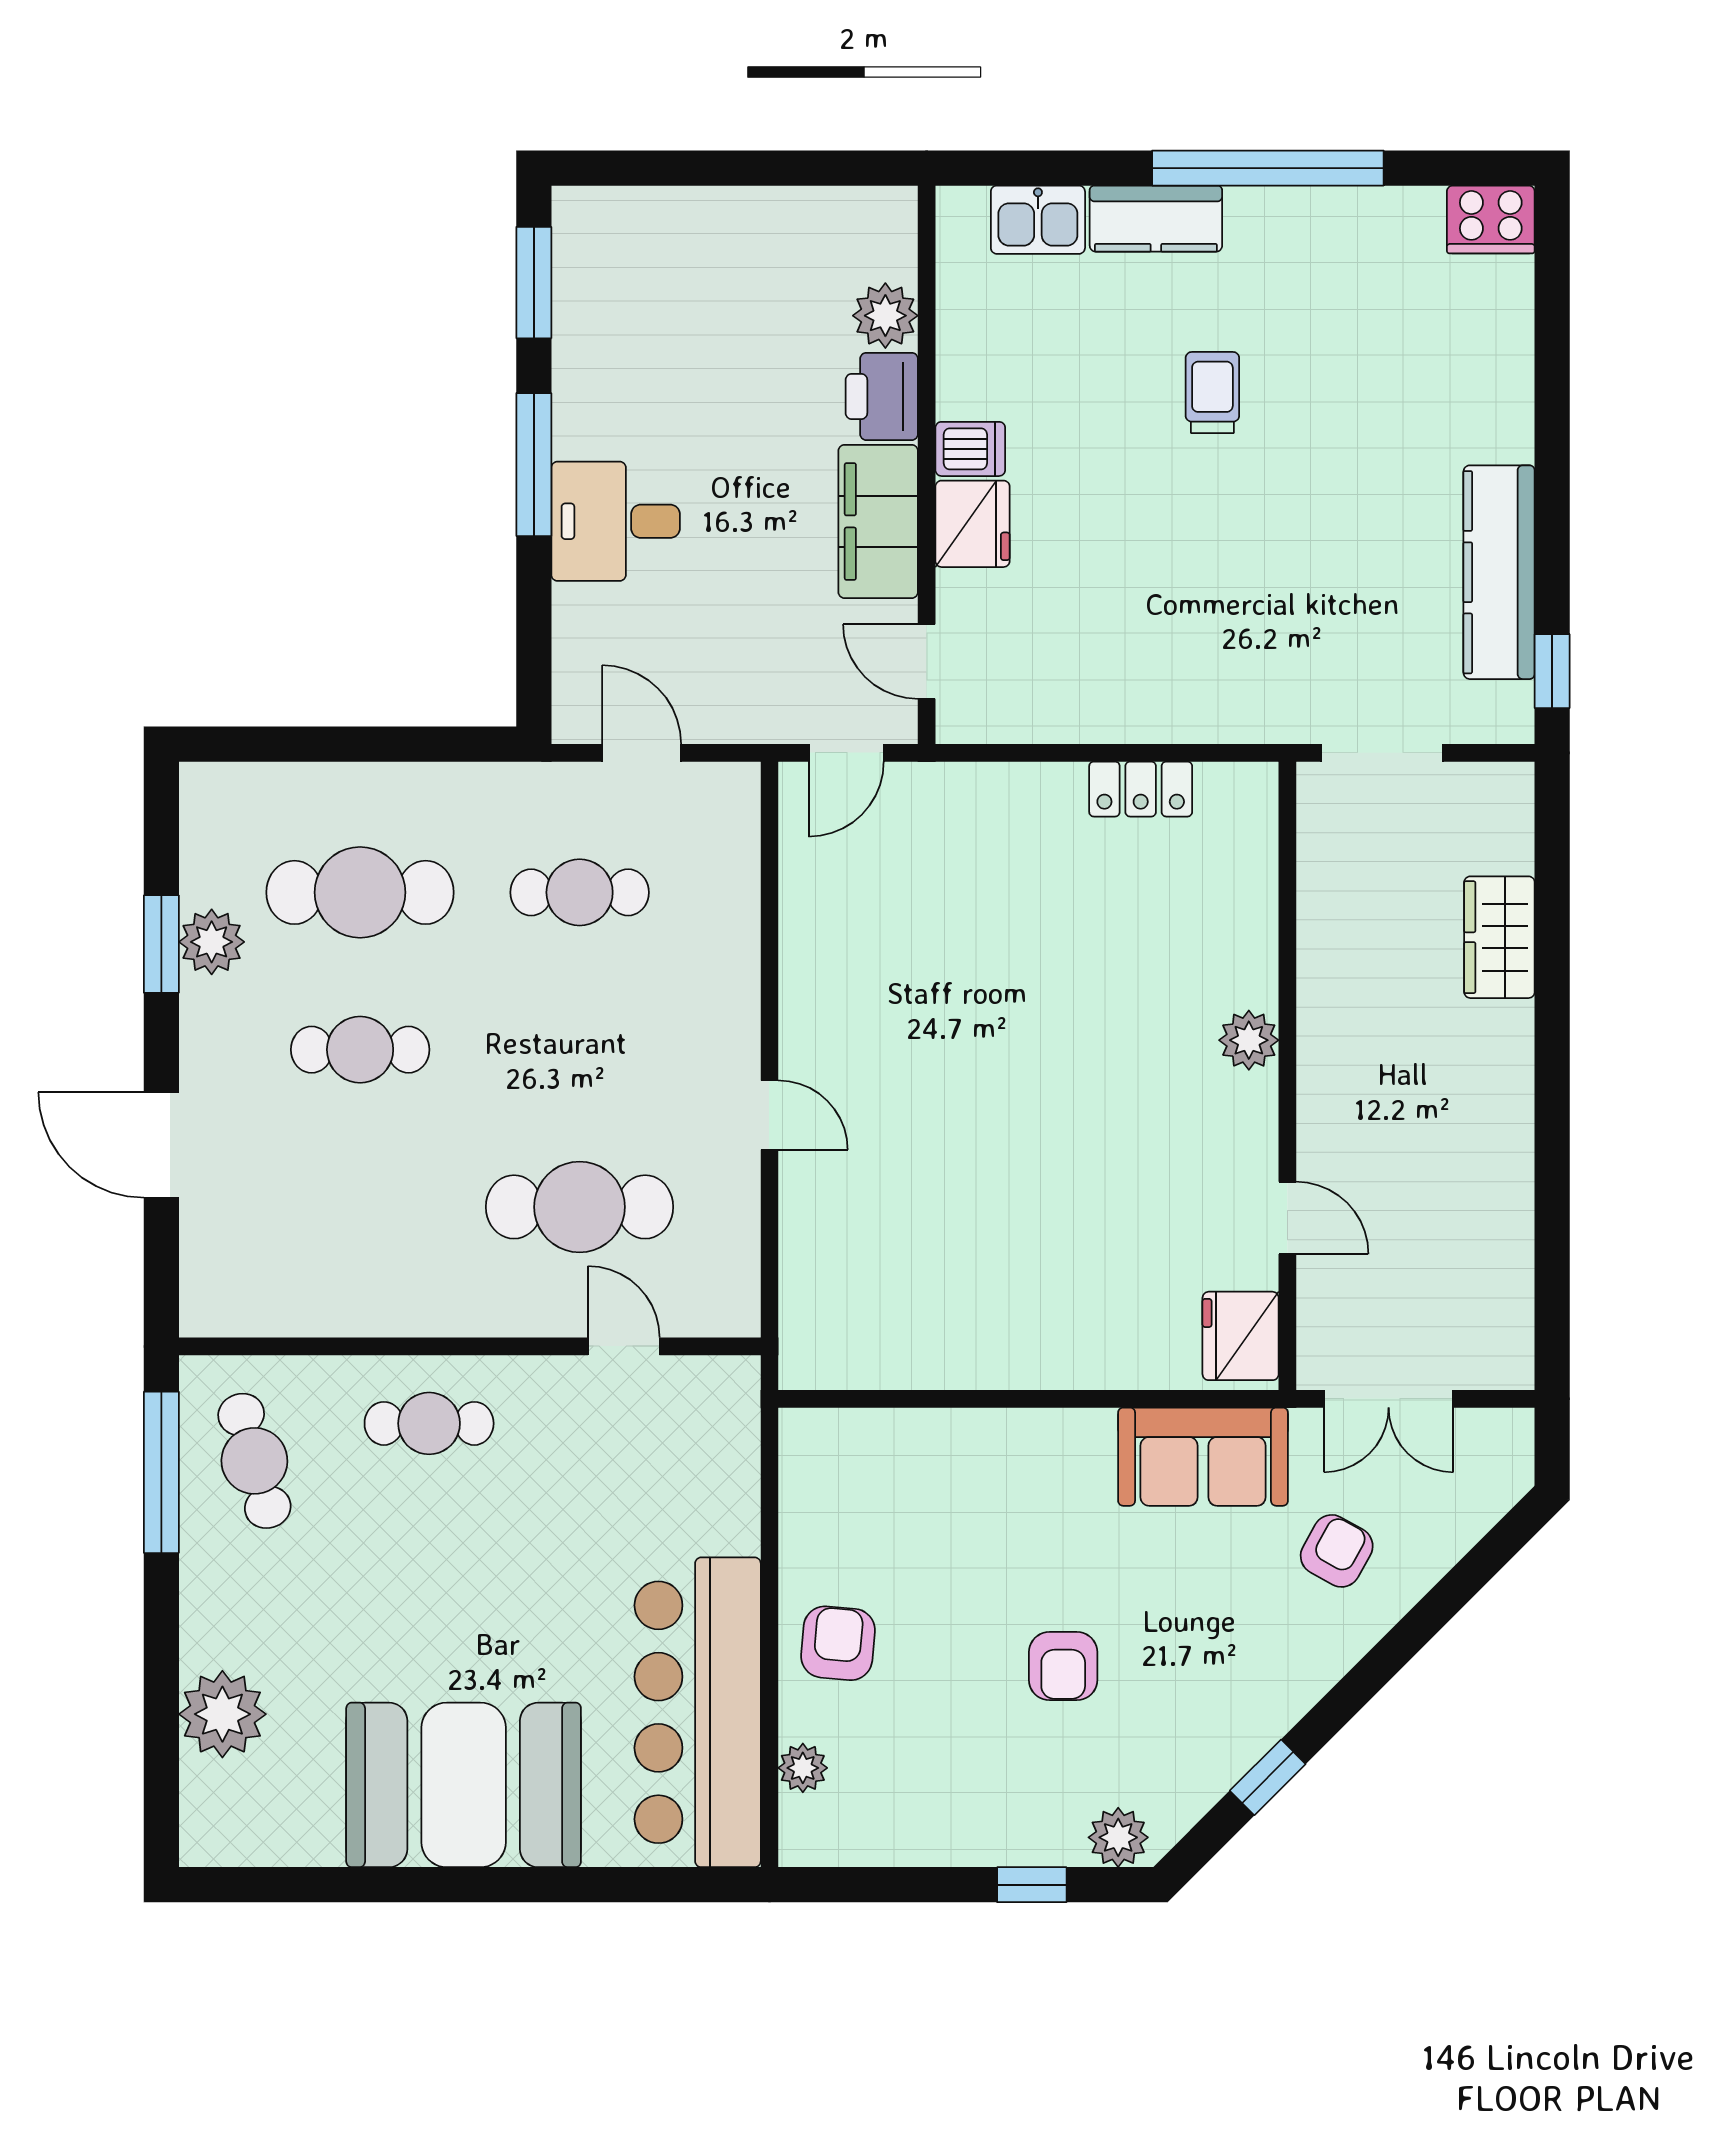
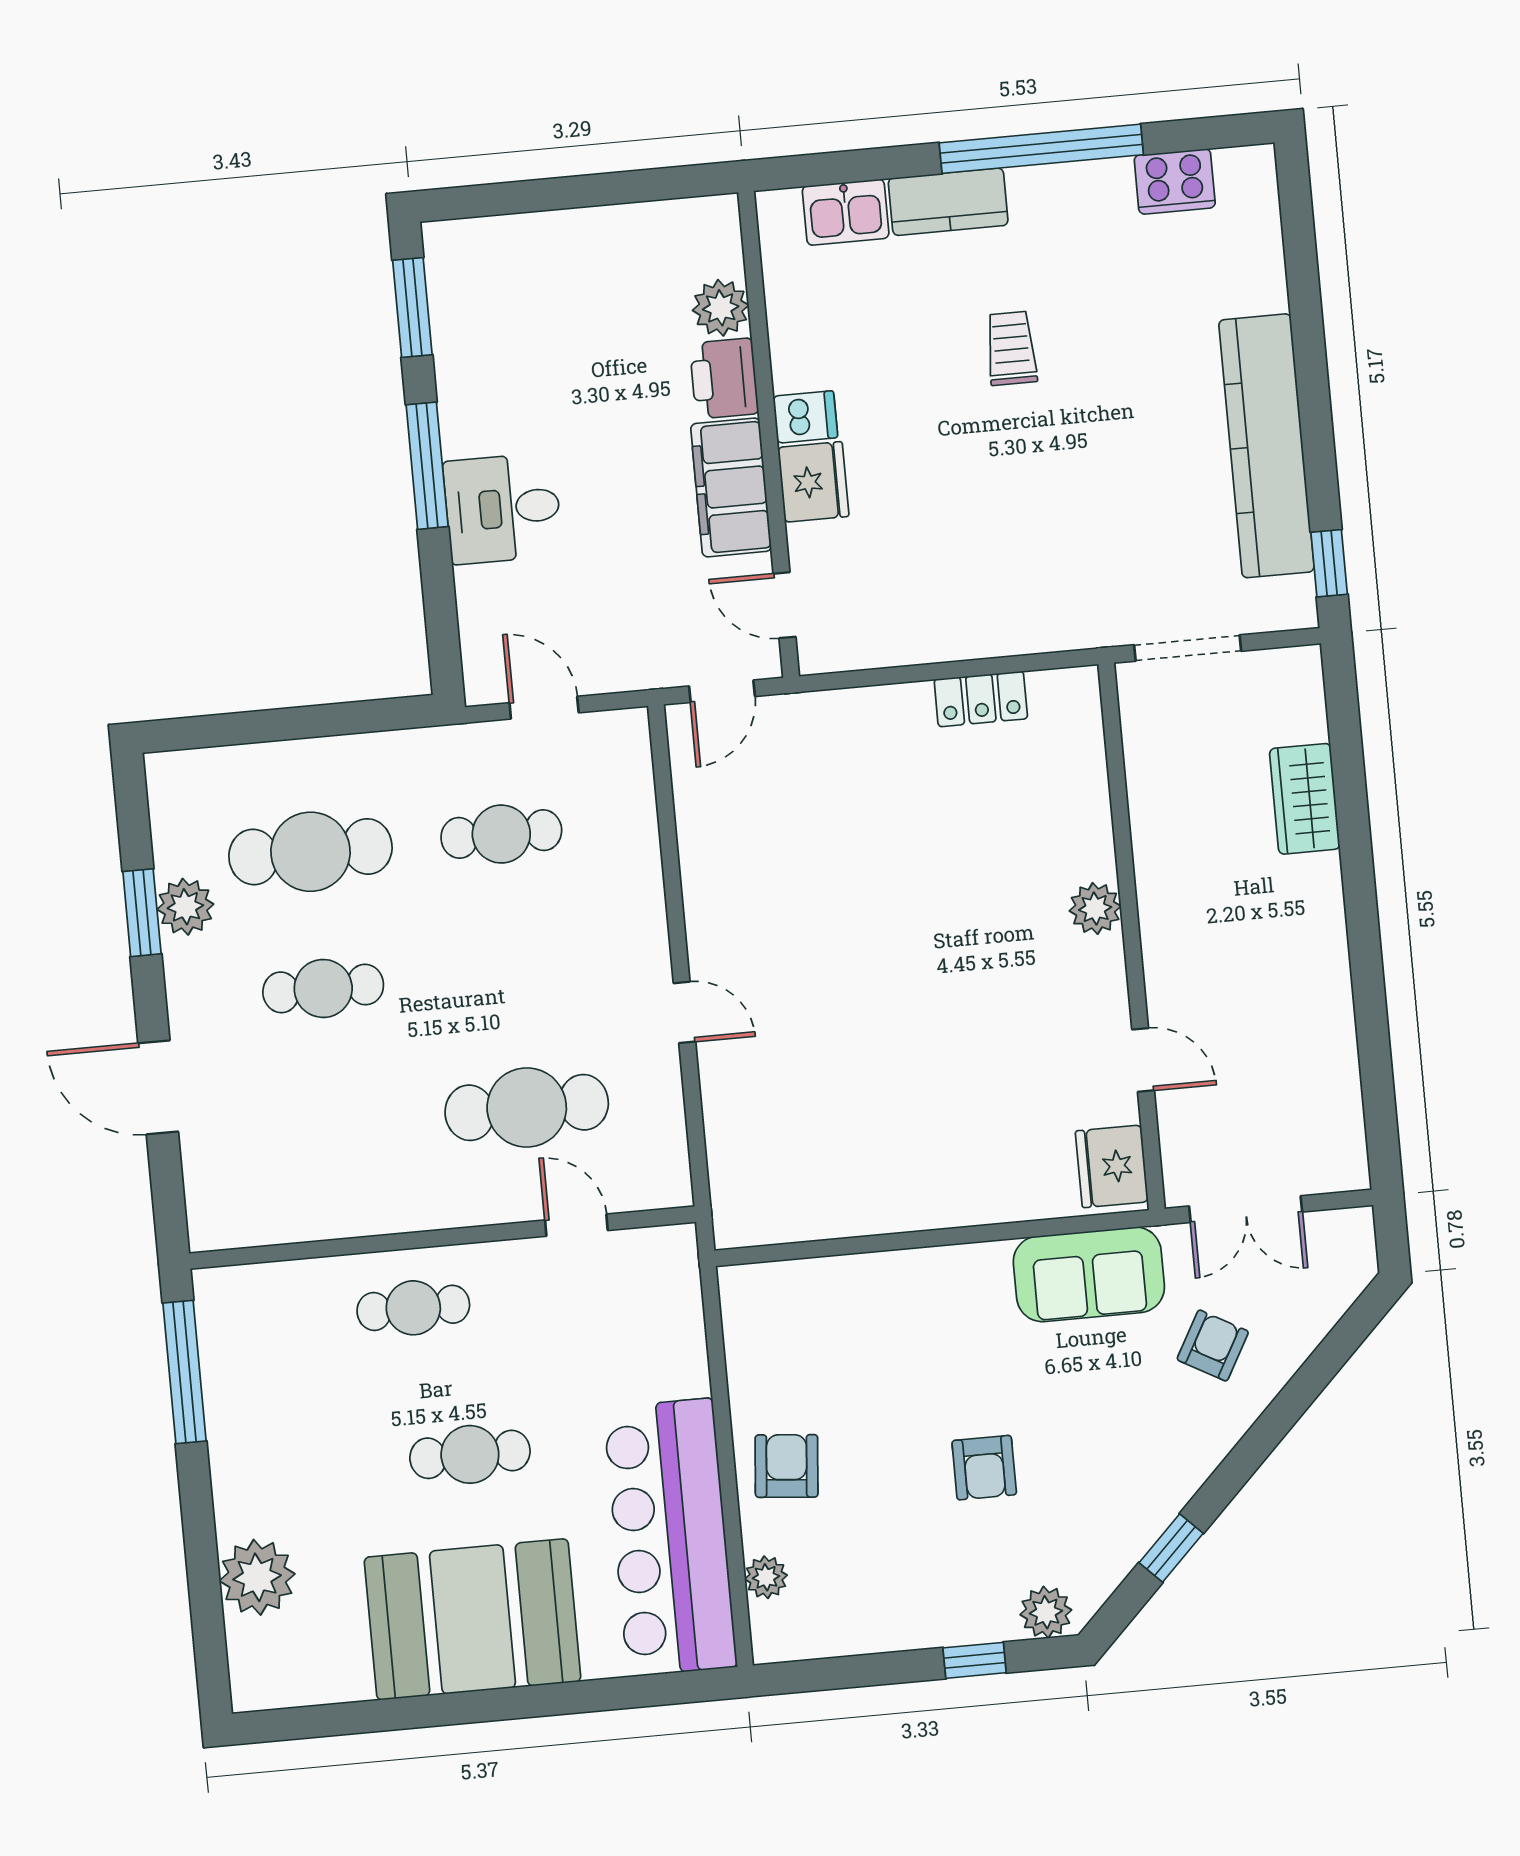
cooker: (1491, 219) -> (1175, 181), moved
kitchen counter: (1499, 572) -> (1266, 446), width x1.39, depth x1.17
cafe table: (254, 1461) -> (470, 1454), moved, turned -74

